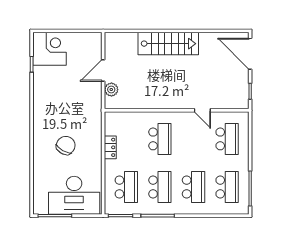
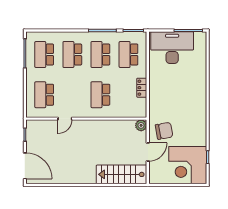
stairs: (168, 44) -> (122, 174), moved
corner desk: (49, 49) -> (188, 165), width x1.36, depth x1.36
plant: (111, 90) -> (141, 125), moved
door: (202, 110) -> (65, 119), swing flipped
chair: (66, 145) -> (164, 131), moved, turned -129

